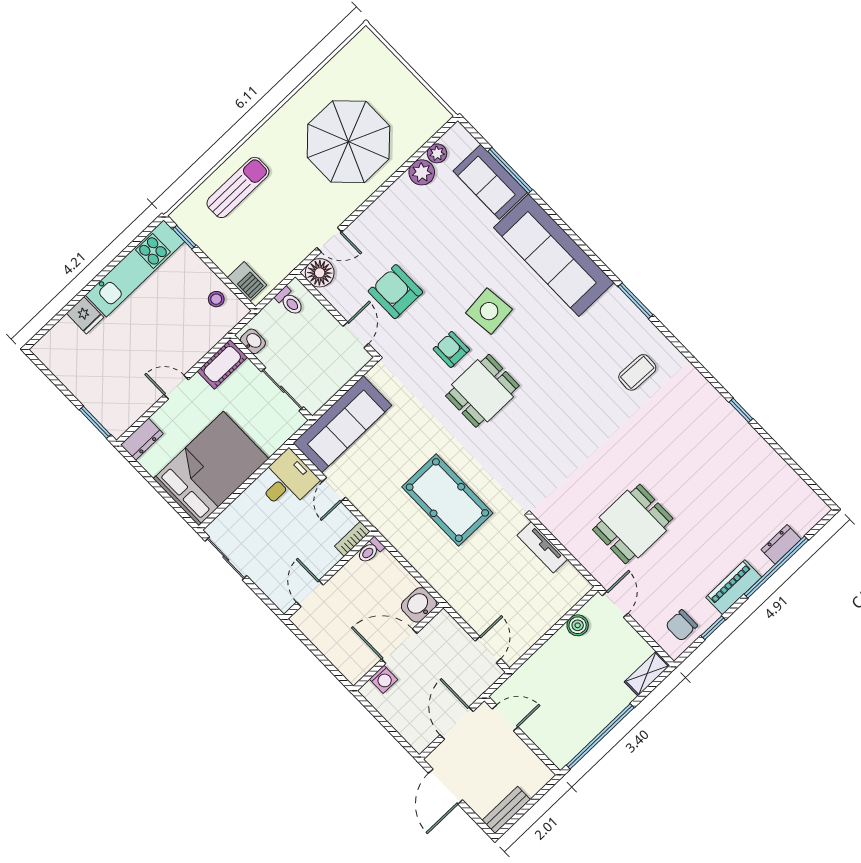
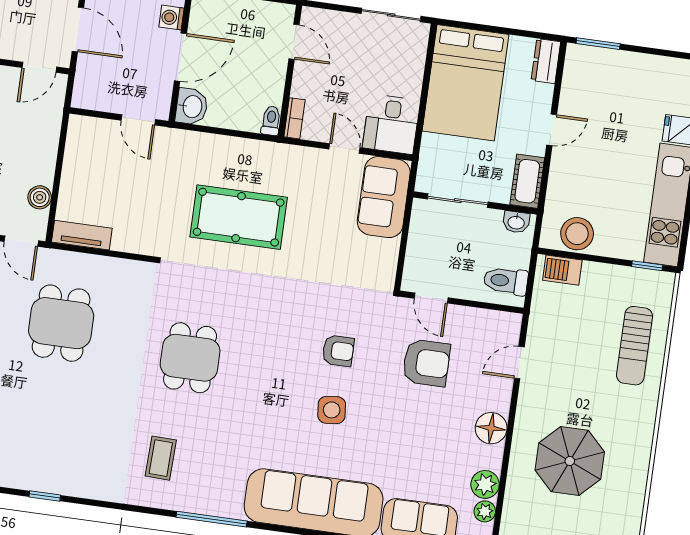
parasol: (348, 142) -> (570, 461), width x0.73, depth x0.73
floor lamp: (320, 273) -> (491, 428), moved
stool: (216, 299) -> (577, 234), width x1.89, depth x1.89
toilet: (290, 301) -> (506, 281), width x1.37, depth x1.39
window: (635, 301) -> (212, 519), width x1.44
side table: (489, 311) -> (332, 410), width x0.73, depth x0.73
dining table: (482, 391) -> (190, 358), moved
sofa: (342, 424) -> (384, 197), width x0.73
tv unit: (542, 547) -> (82, 235), moved
door: (488, 650) -> (138, 120), moved

